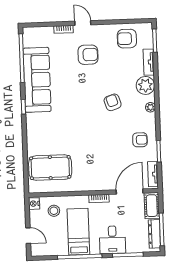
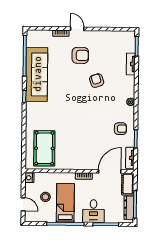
armchair: (127, 39) -> (113, 43), removed
plant: (145, 85) -> (127, 83), removed
armchair: (113, 102) -> (97, 81), moved
pool table: (50, 168) -> (44, 148), turned 90
stool: (54, 211) -> (45, 197), moved

